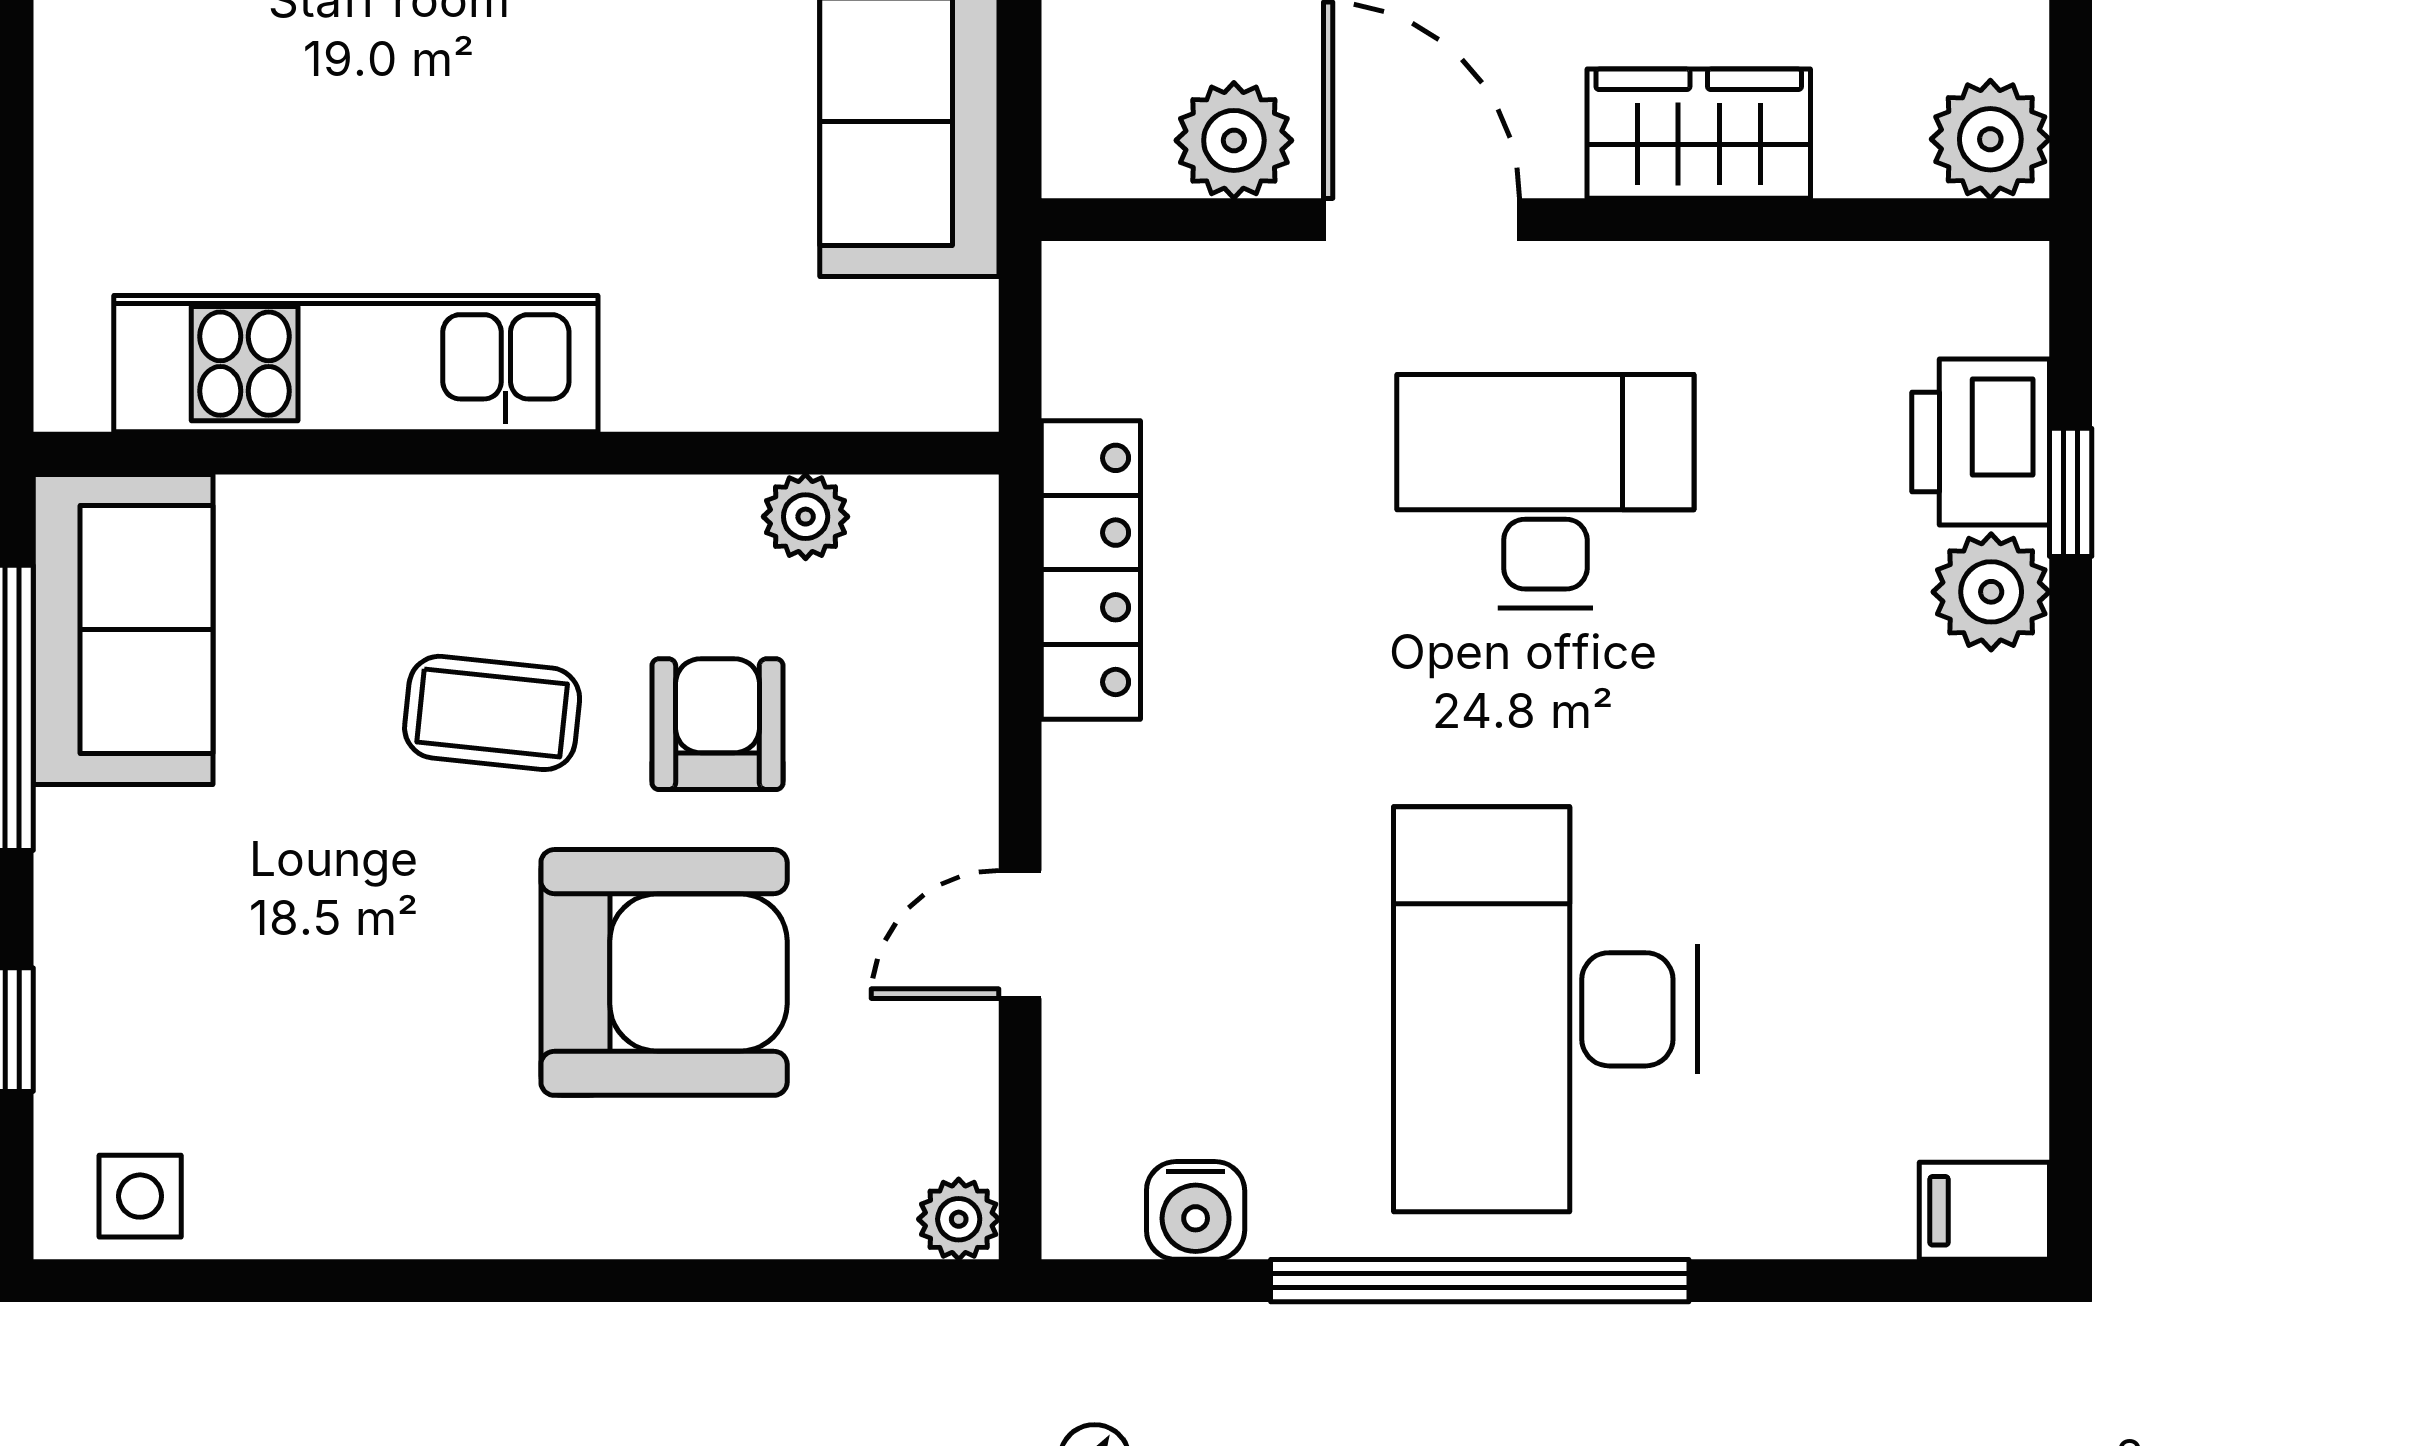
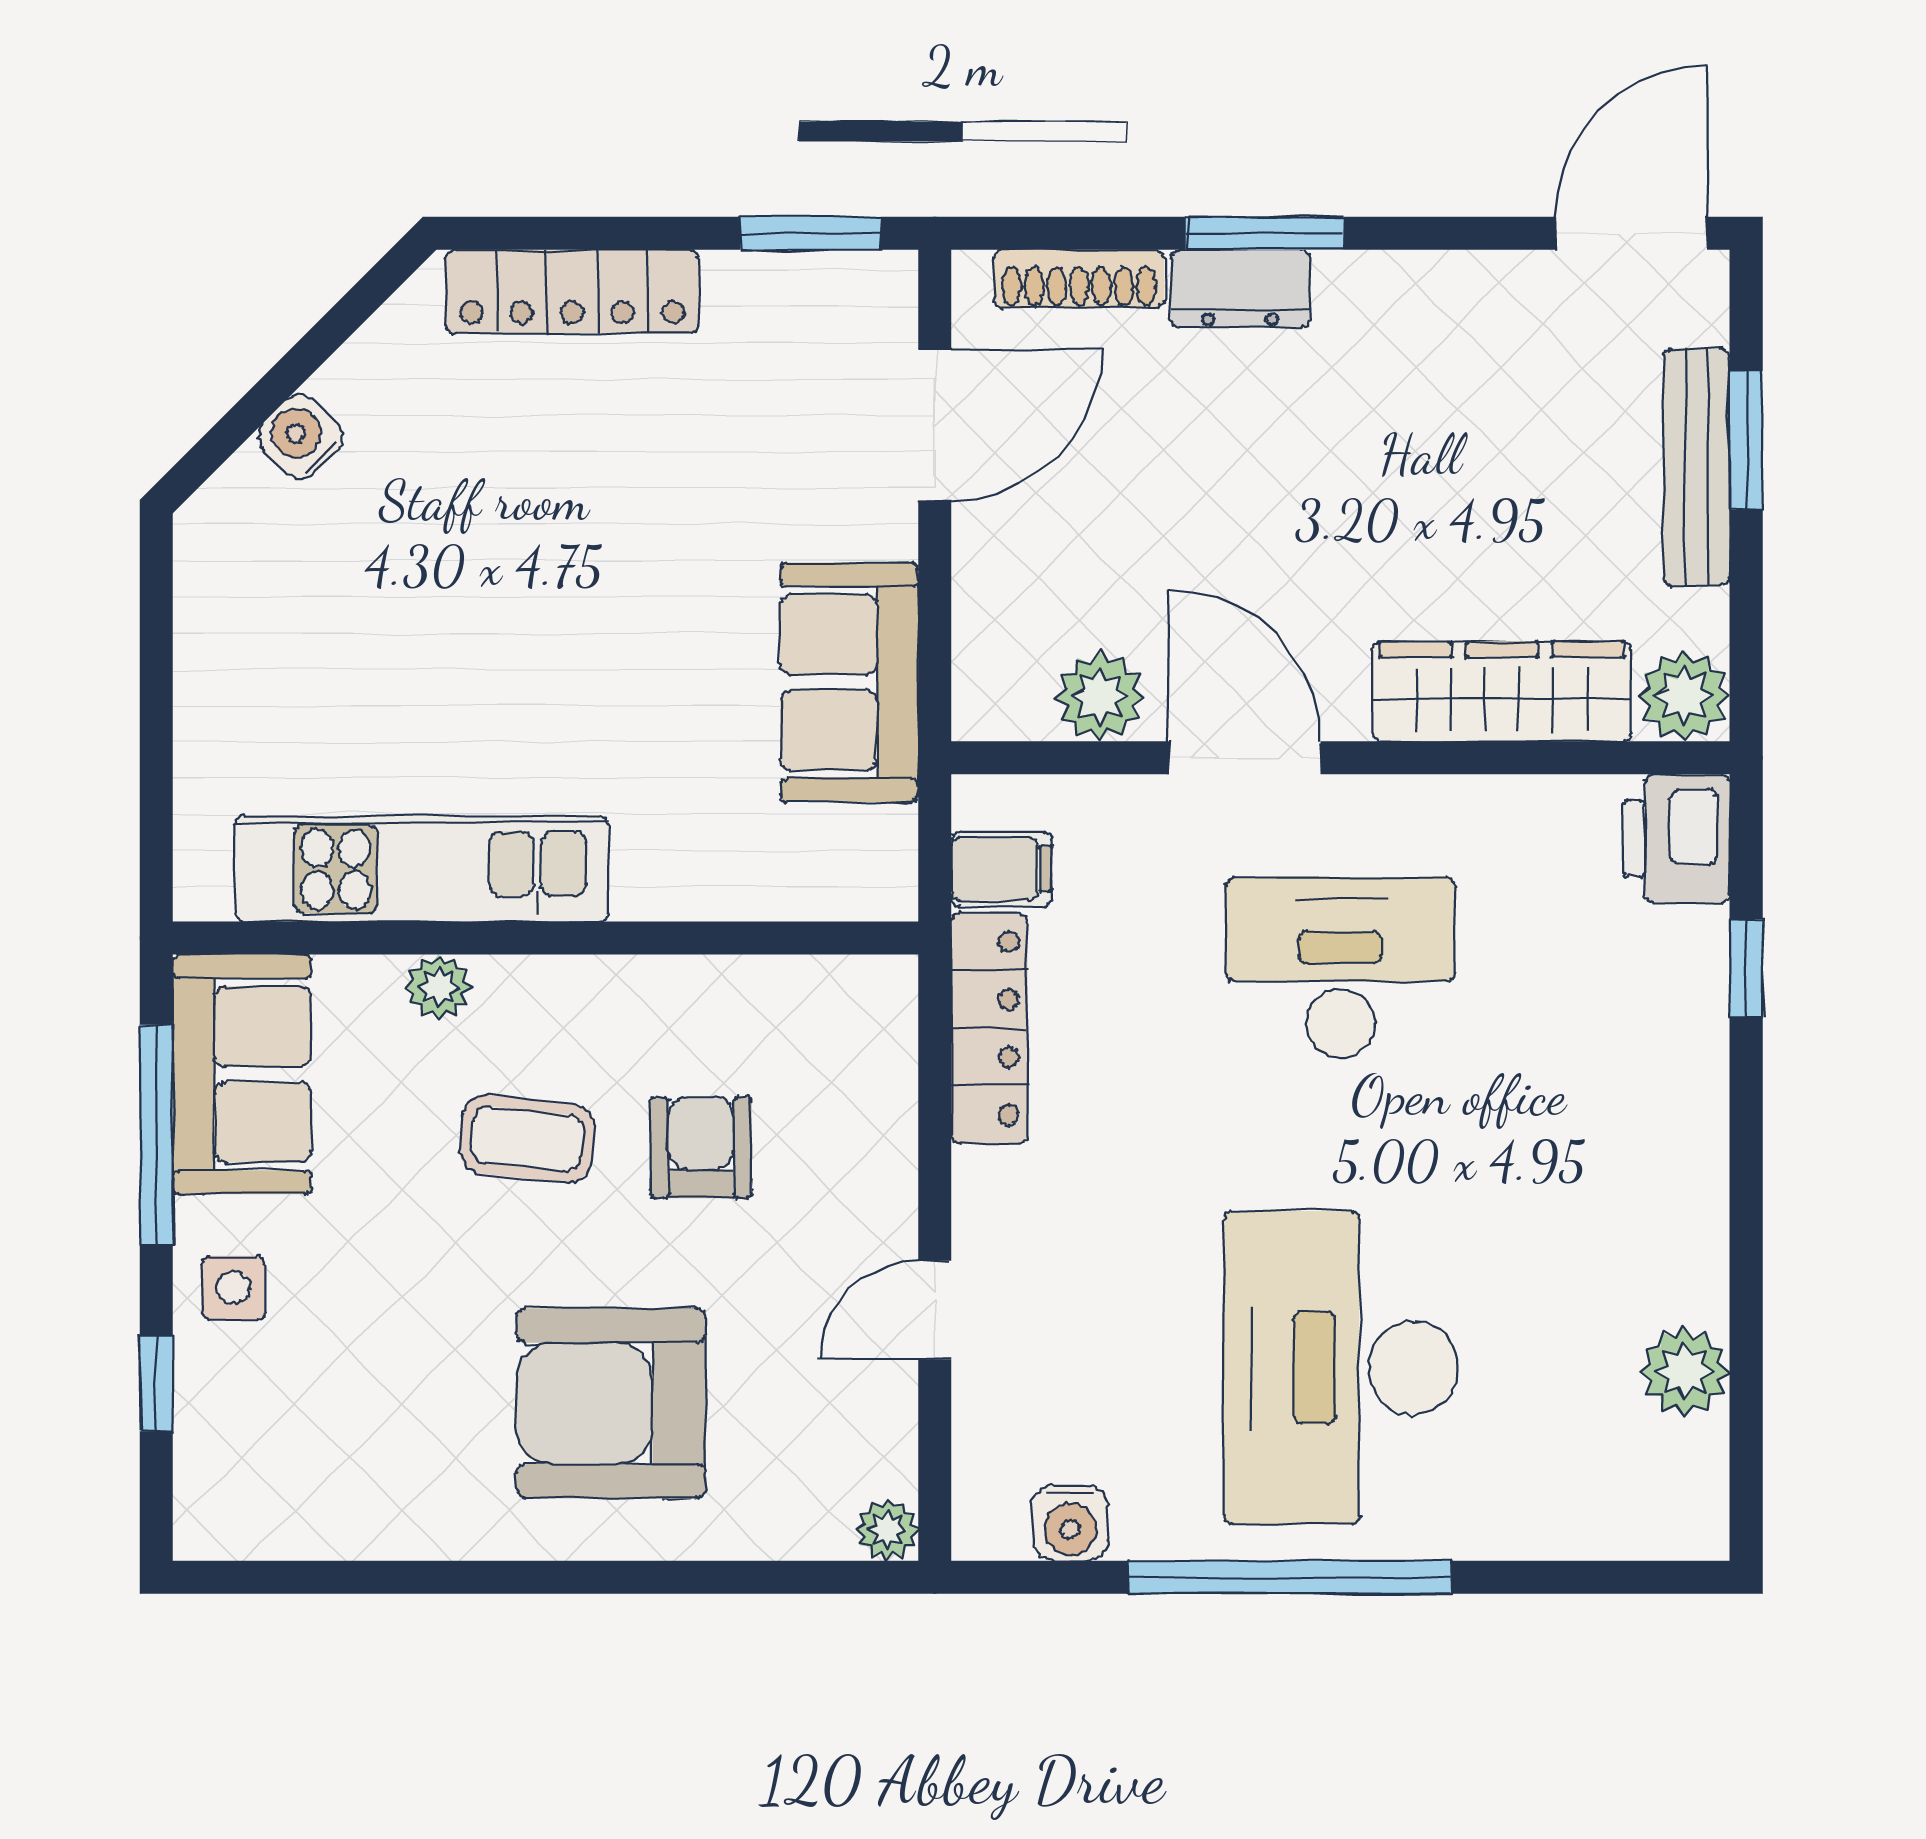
wardrobe: (1699, 134) -> (1502, 691), width x1.50
printer: (1981, 442) -> (1677, 838), moved
plant: (806, 517) -> (438, 987), moved
plant: (1991, 592) -> (1685, 1371), moved
armchair: (664, 972) -> (611, 1403), moved, turned 180
side table: (140, 1196) -> (233, 1288), moved
filing cabinet: (1984, 1211) -> (1001, 869), moved, turned 180

